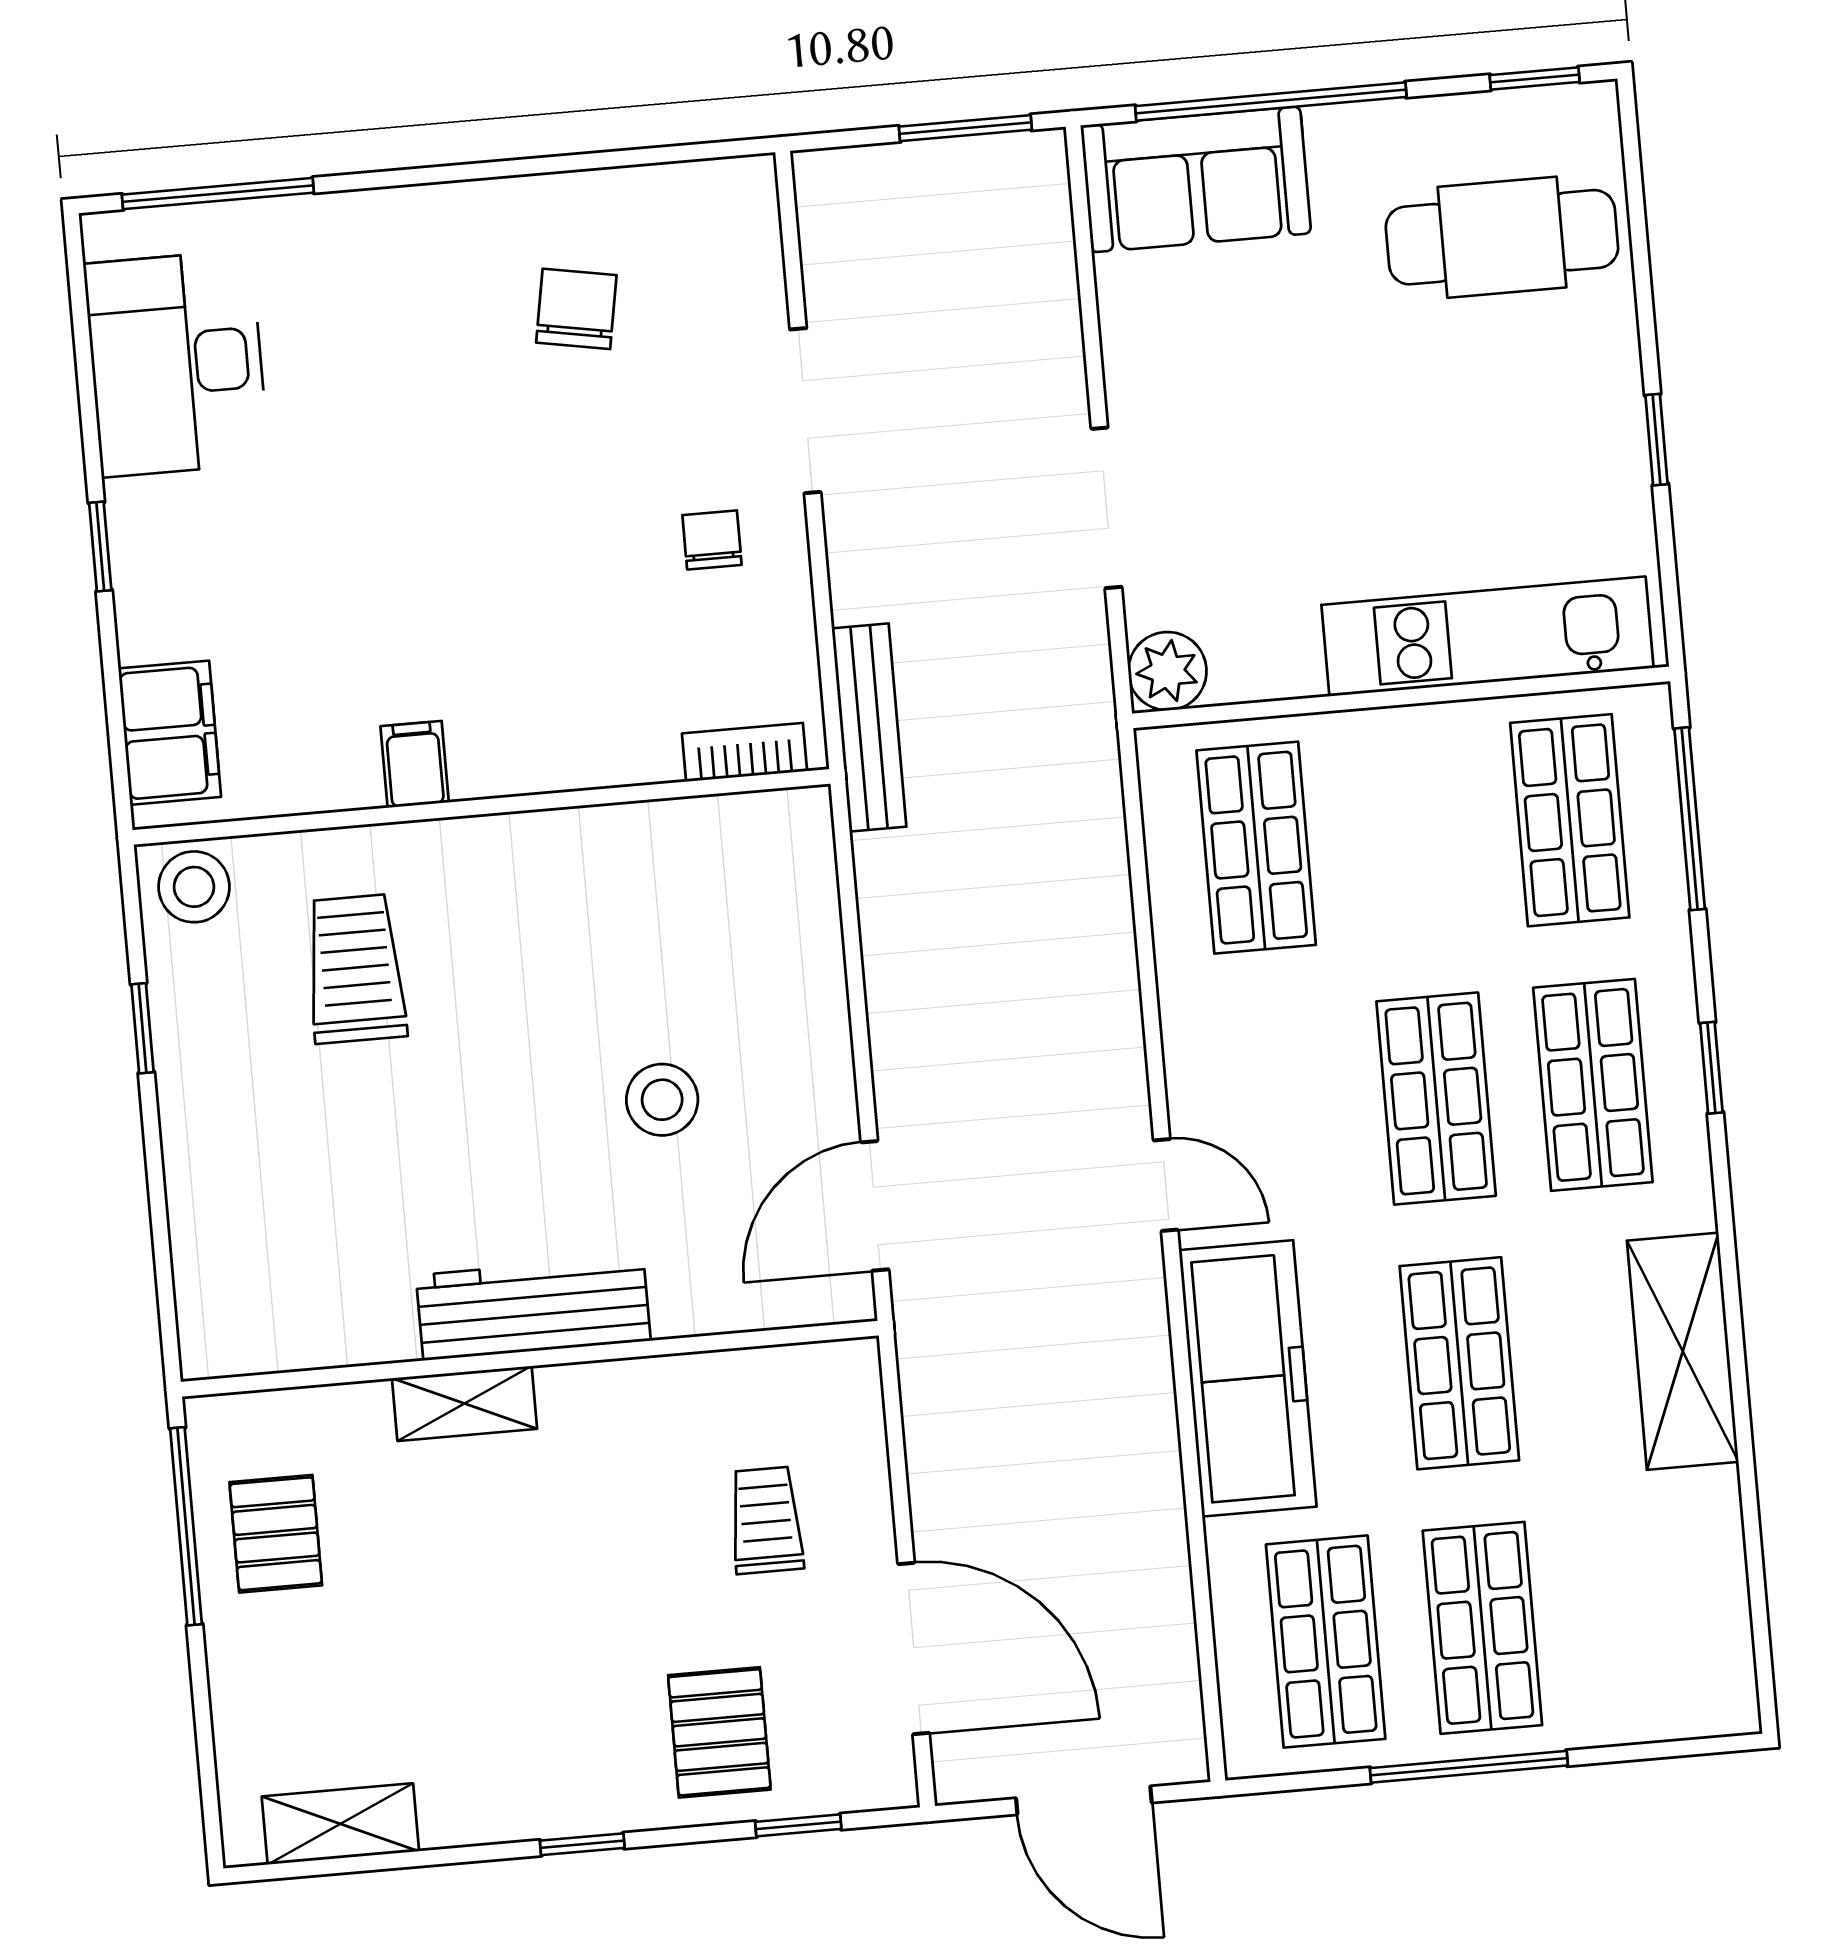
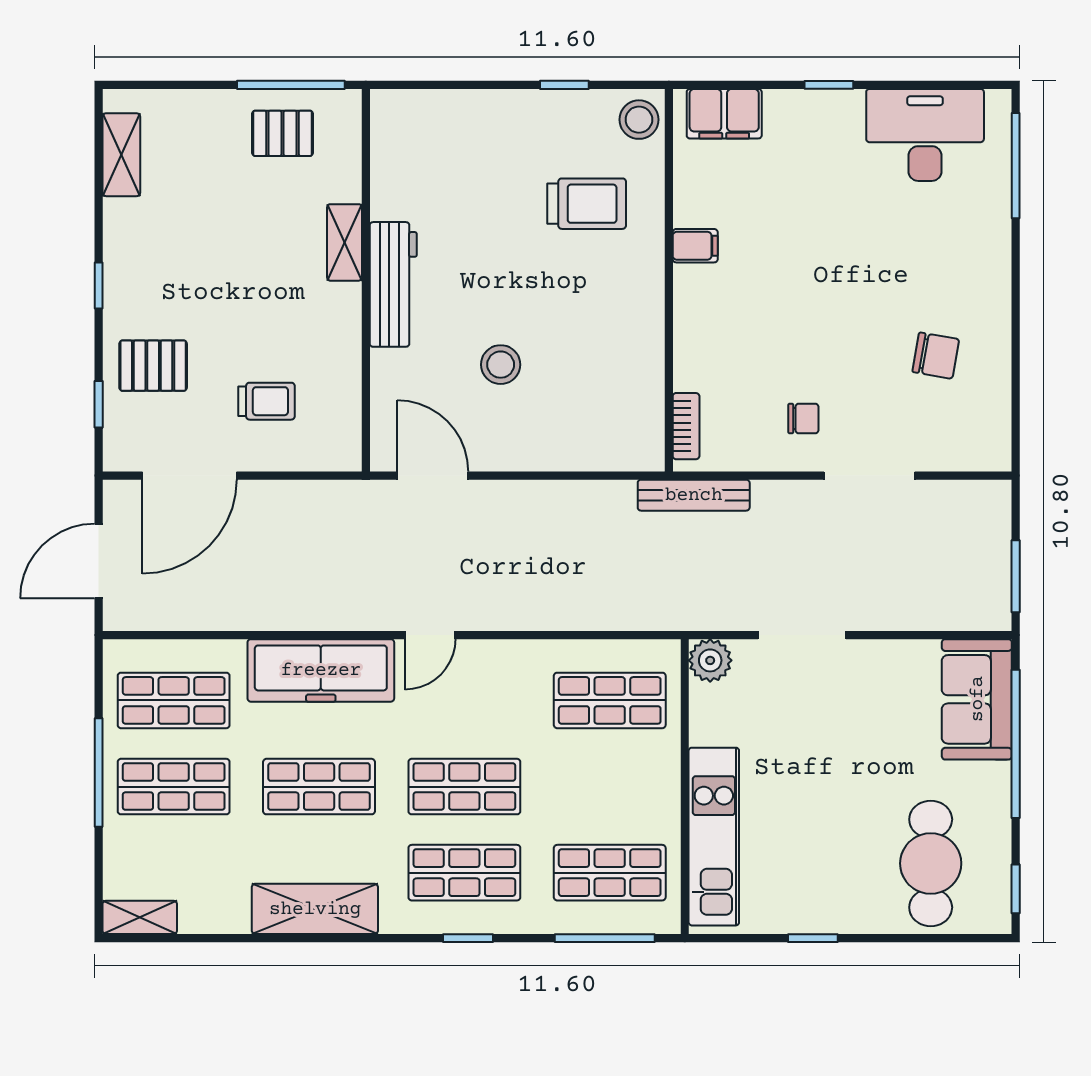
shelving: (1726, 1669) -> (140, 917), added

